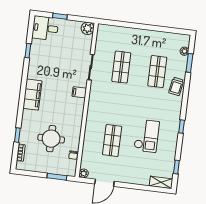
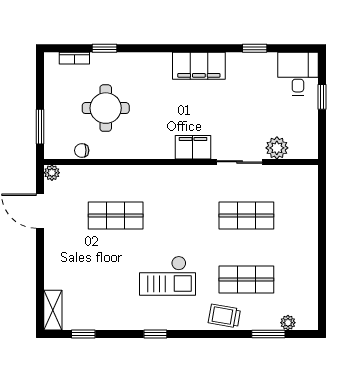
plant: (88, 28) -> (277, 148), moved
filing cabinet: (79, 92) -> (193, 147), width x2.00
filing cabinet: (32, 95) -> (199, 66), moved
checkout: (147, 136) -> (168, 276), moved

